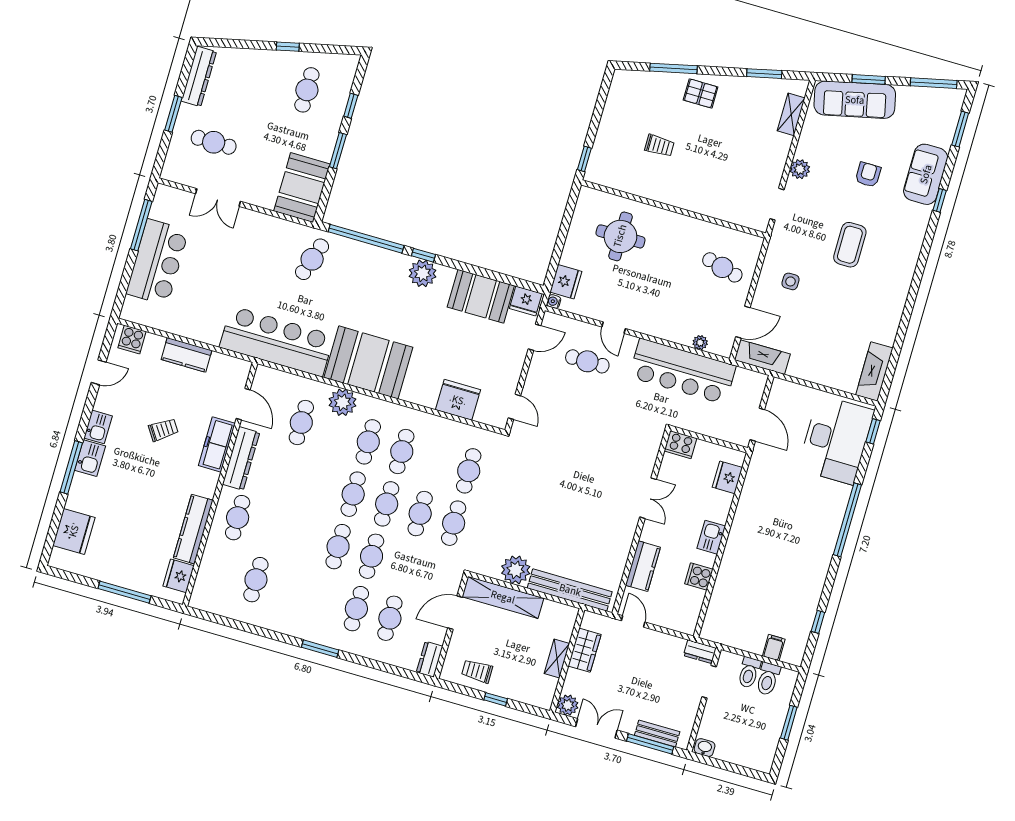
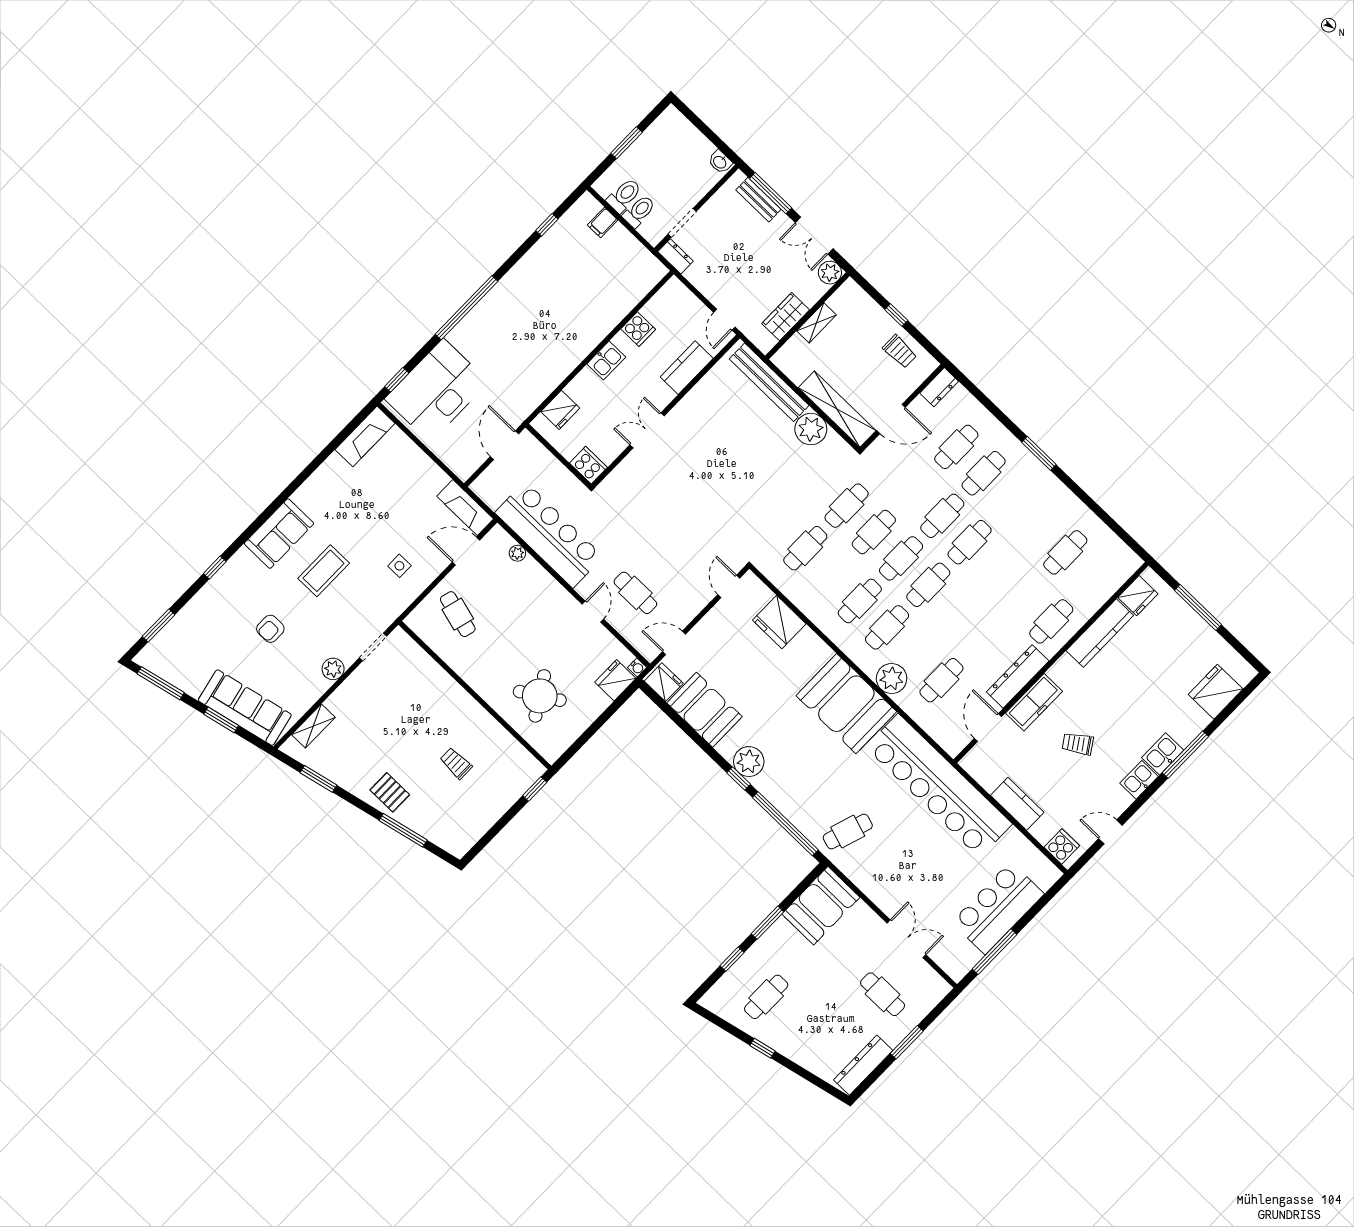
sofa: (926, 174) -> (279, 534), moved
round table: (620, 236) -> (540, 696), turned -32
bar counter: (277, 341) -> (939, 786), width x1.36

